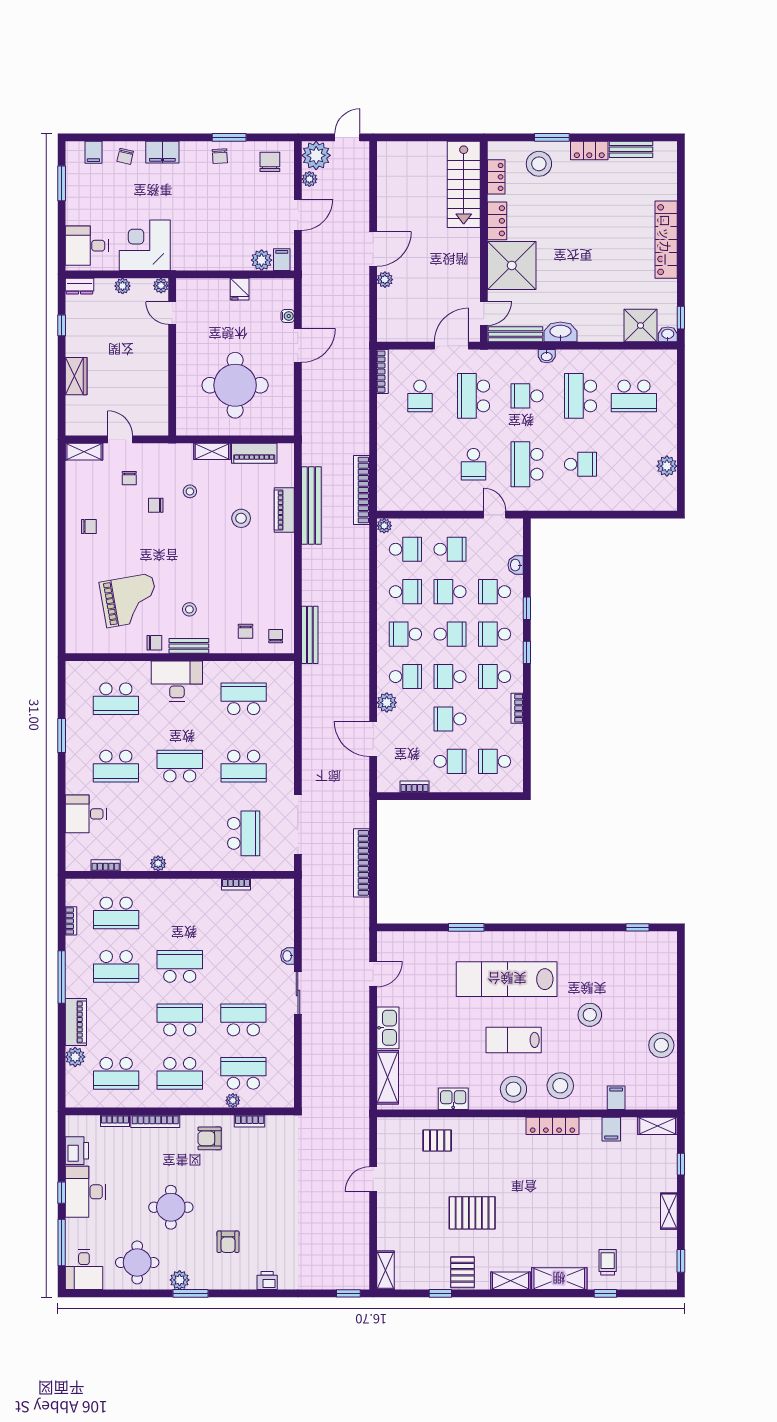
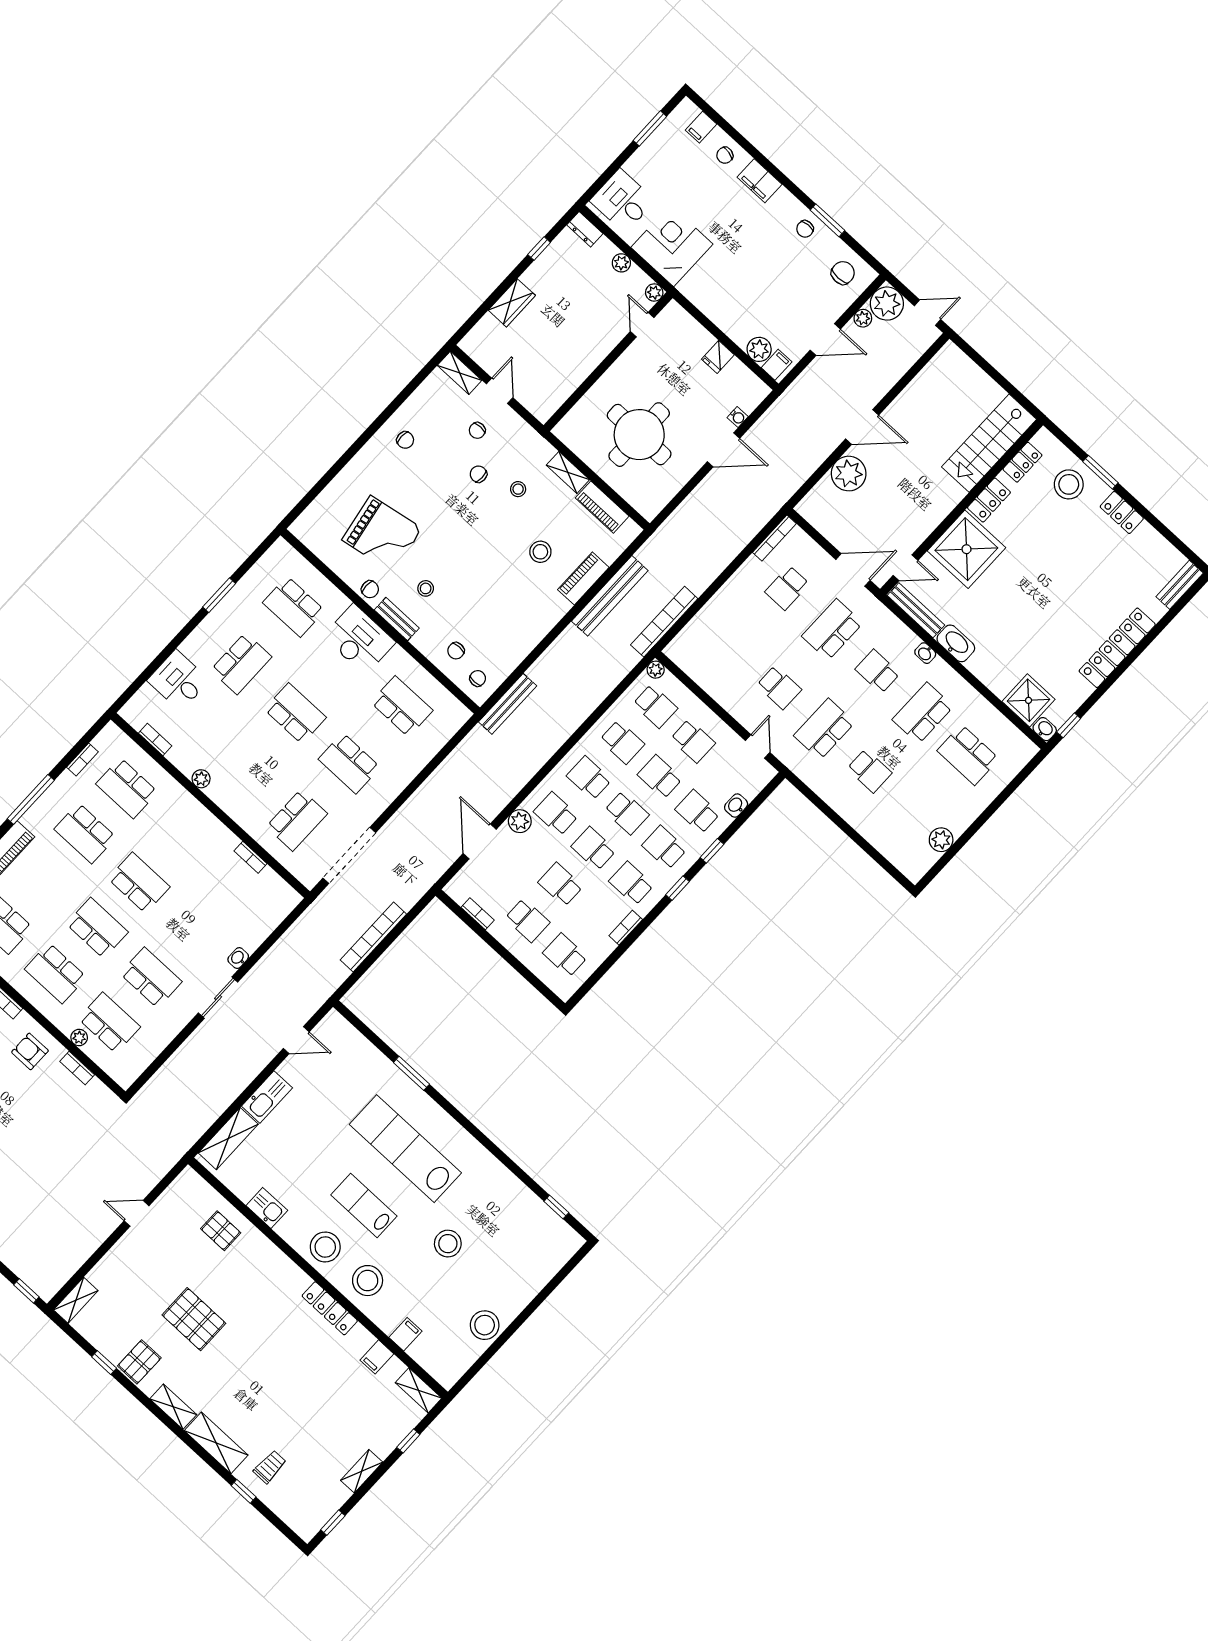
bench: (631, 149) -> (1180, 585), moved, turned 90
plant: (385, 280) -> (849, 474), width x1.87, depth x1.87
school desk: (473, 464) -> (779, 687), turned -90
school desk: (405, 677) -> (556, 814), turned 180
school desk: (116, 766) -> (241, 664), turned -90

